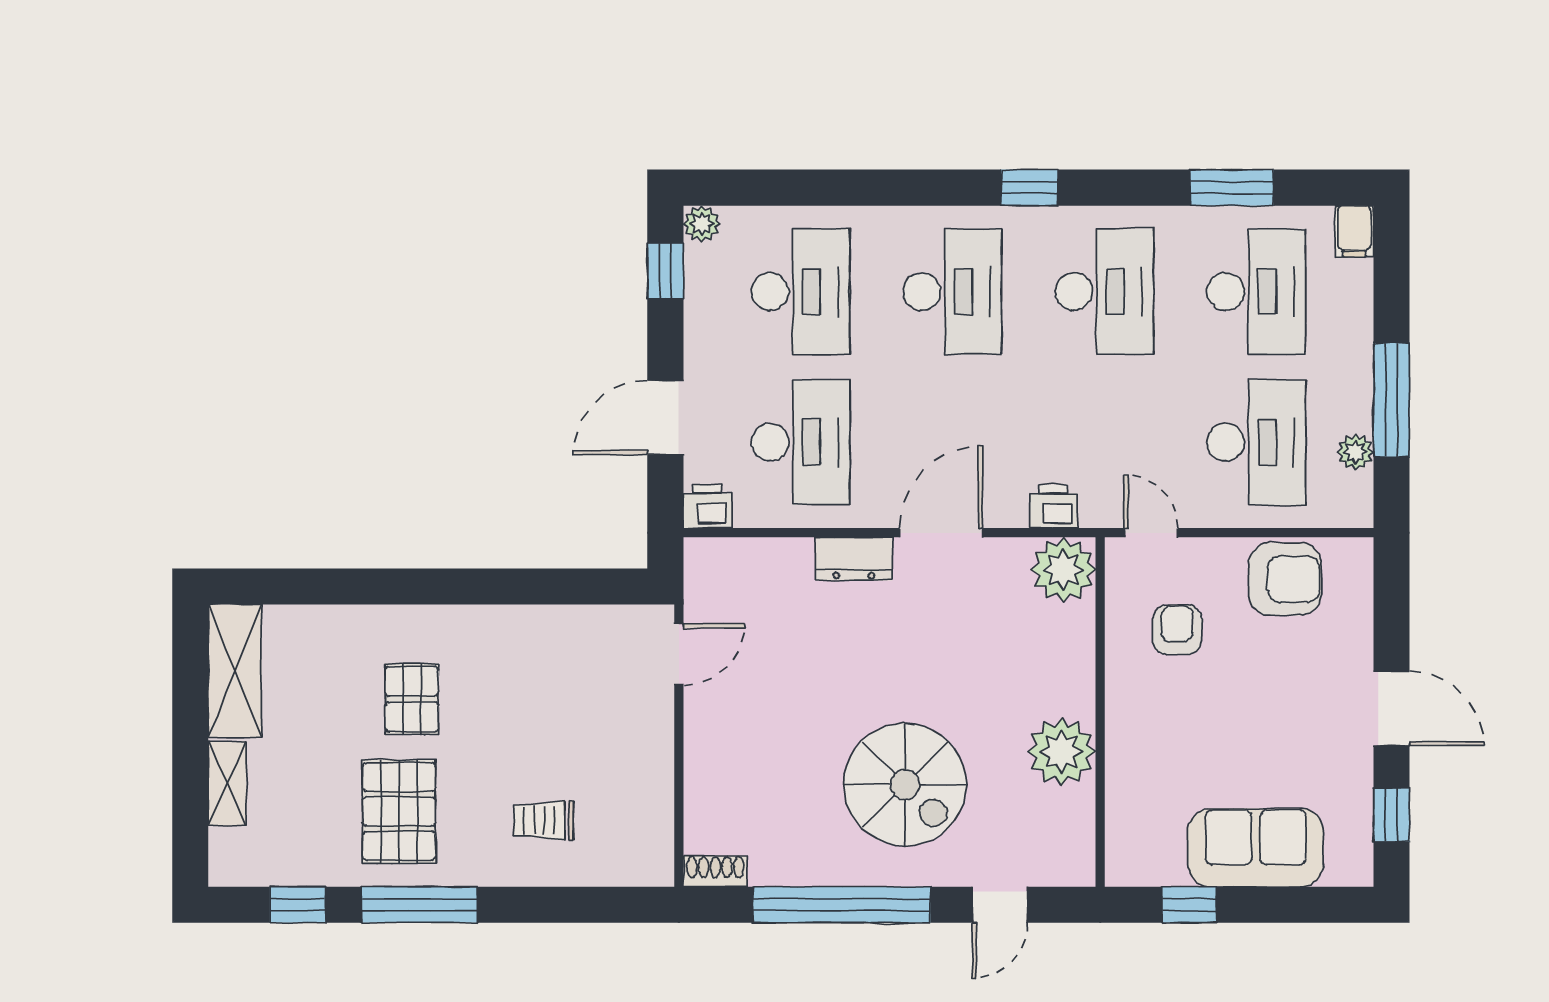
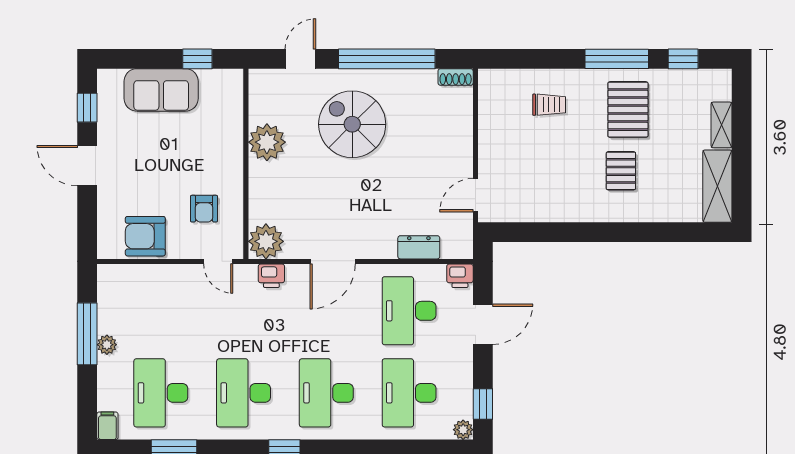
desk: (1256, 442) -> (161, 311), removed
plant: (1355, 452) -> (107, 345), moved
dresser: (854, 559) -> (419, 247), moved

